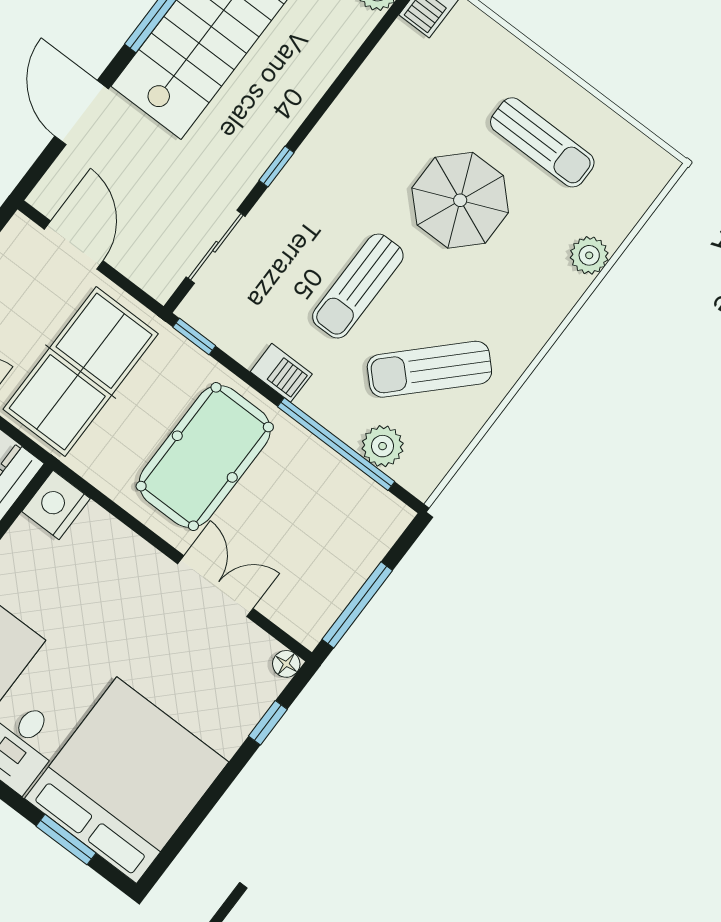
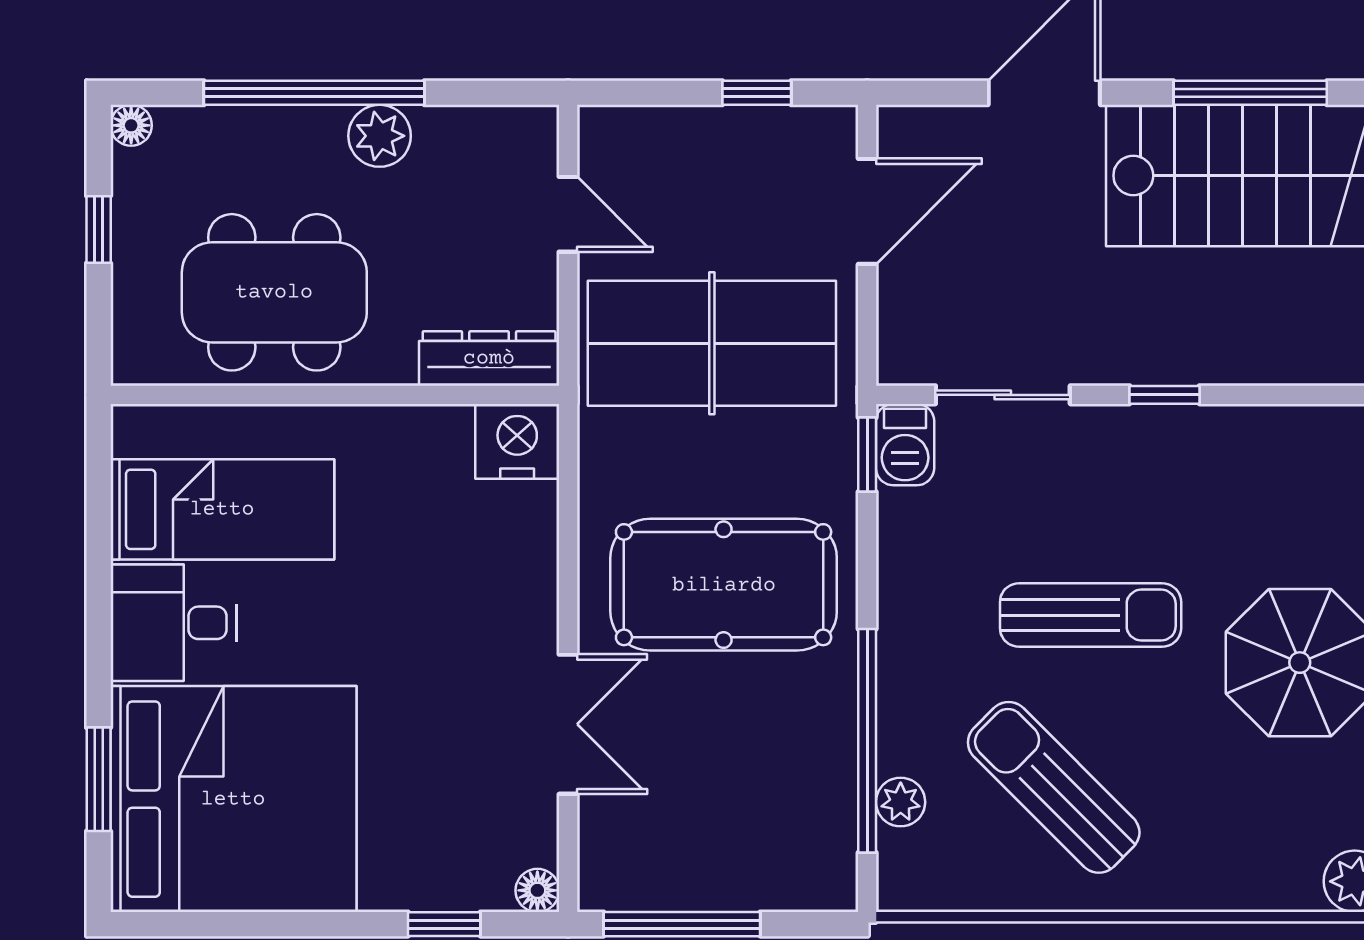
sun lounger: (358, 286) -> (1091, 615), turned 180
barbecue: (281, 373) -> (905, 445), moved
plant: (383, 446) -> (901, 802), width x0.73, depth x0.73

